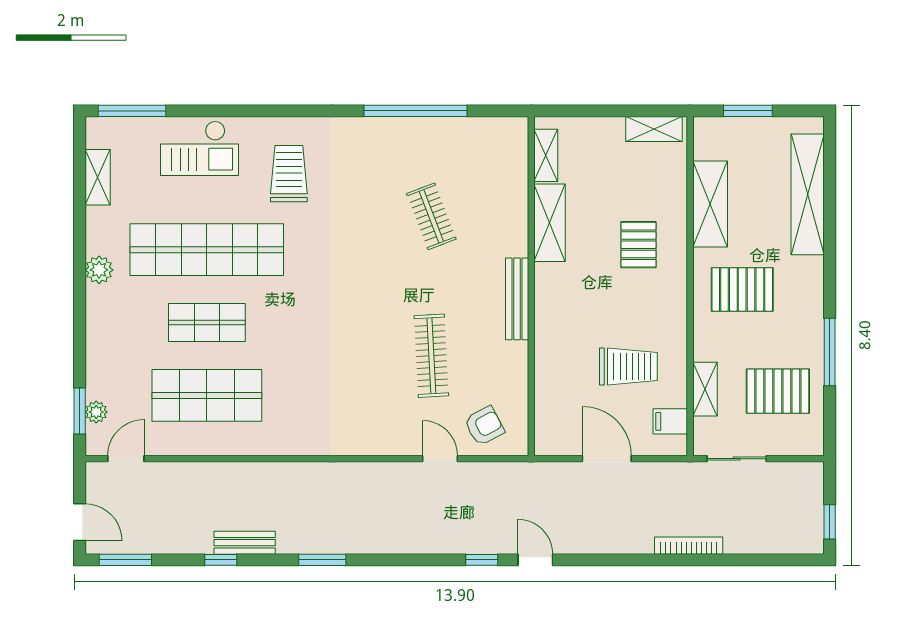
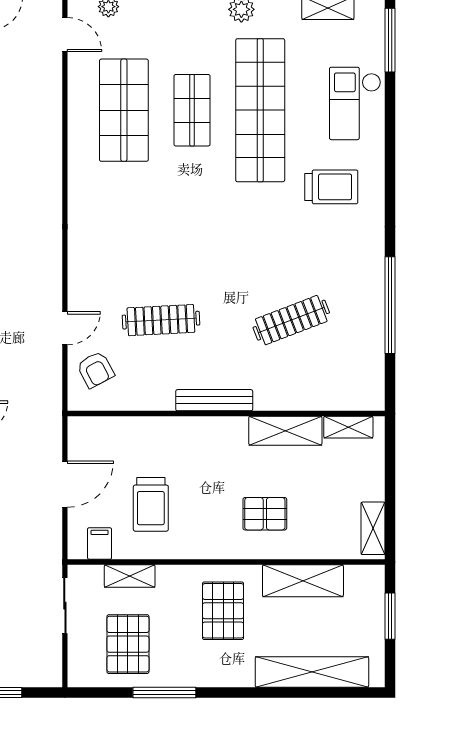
clothes rail: (431, 216) -> (291, 320), width x1.36

